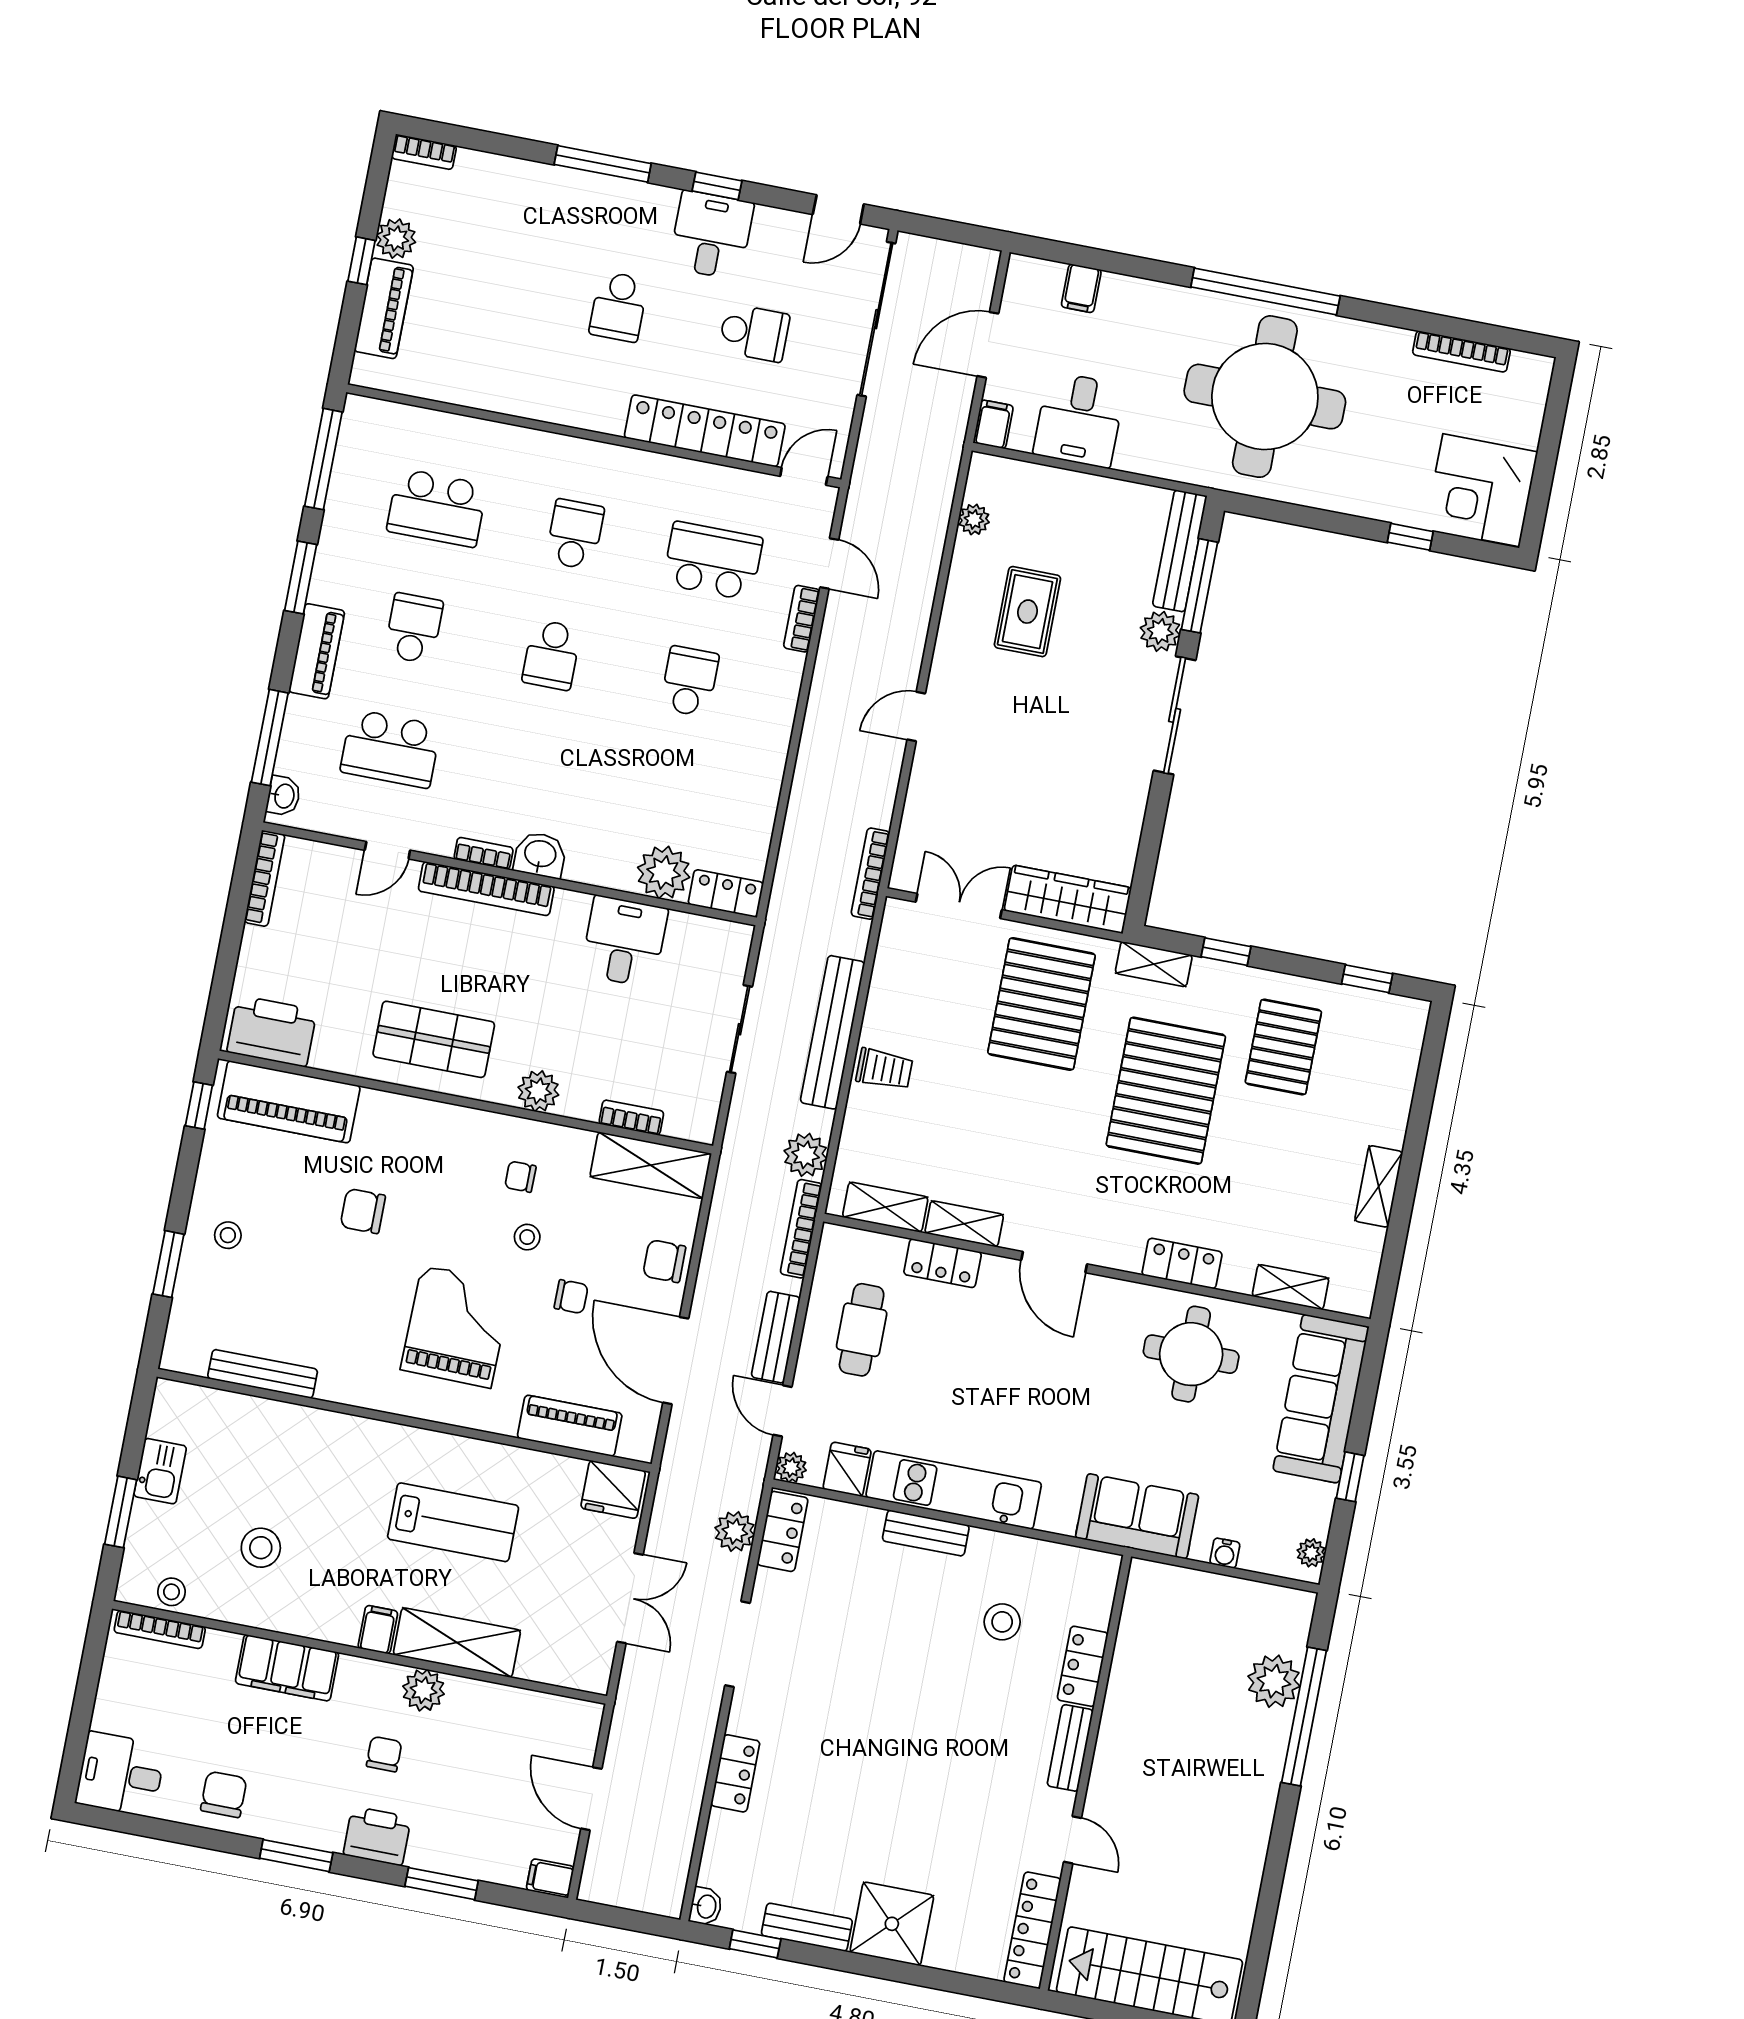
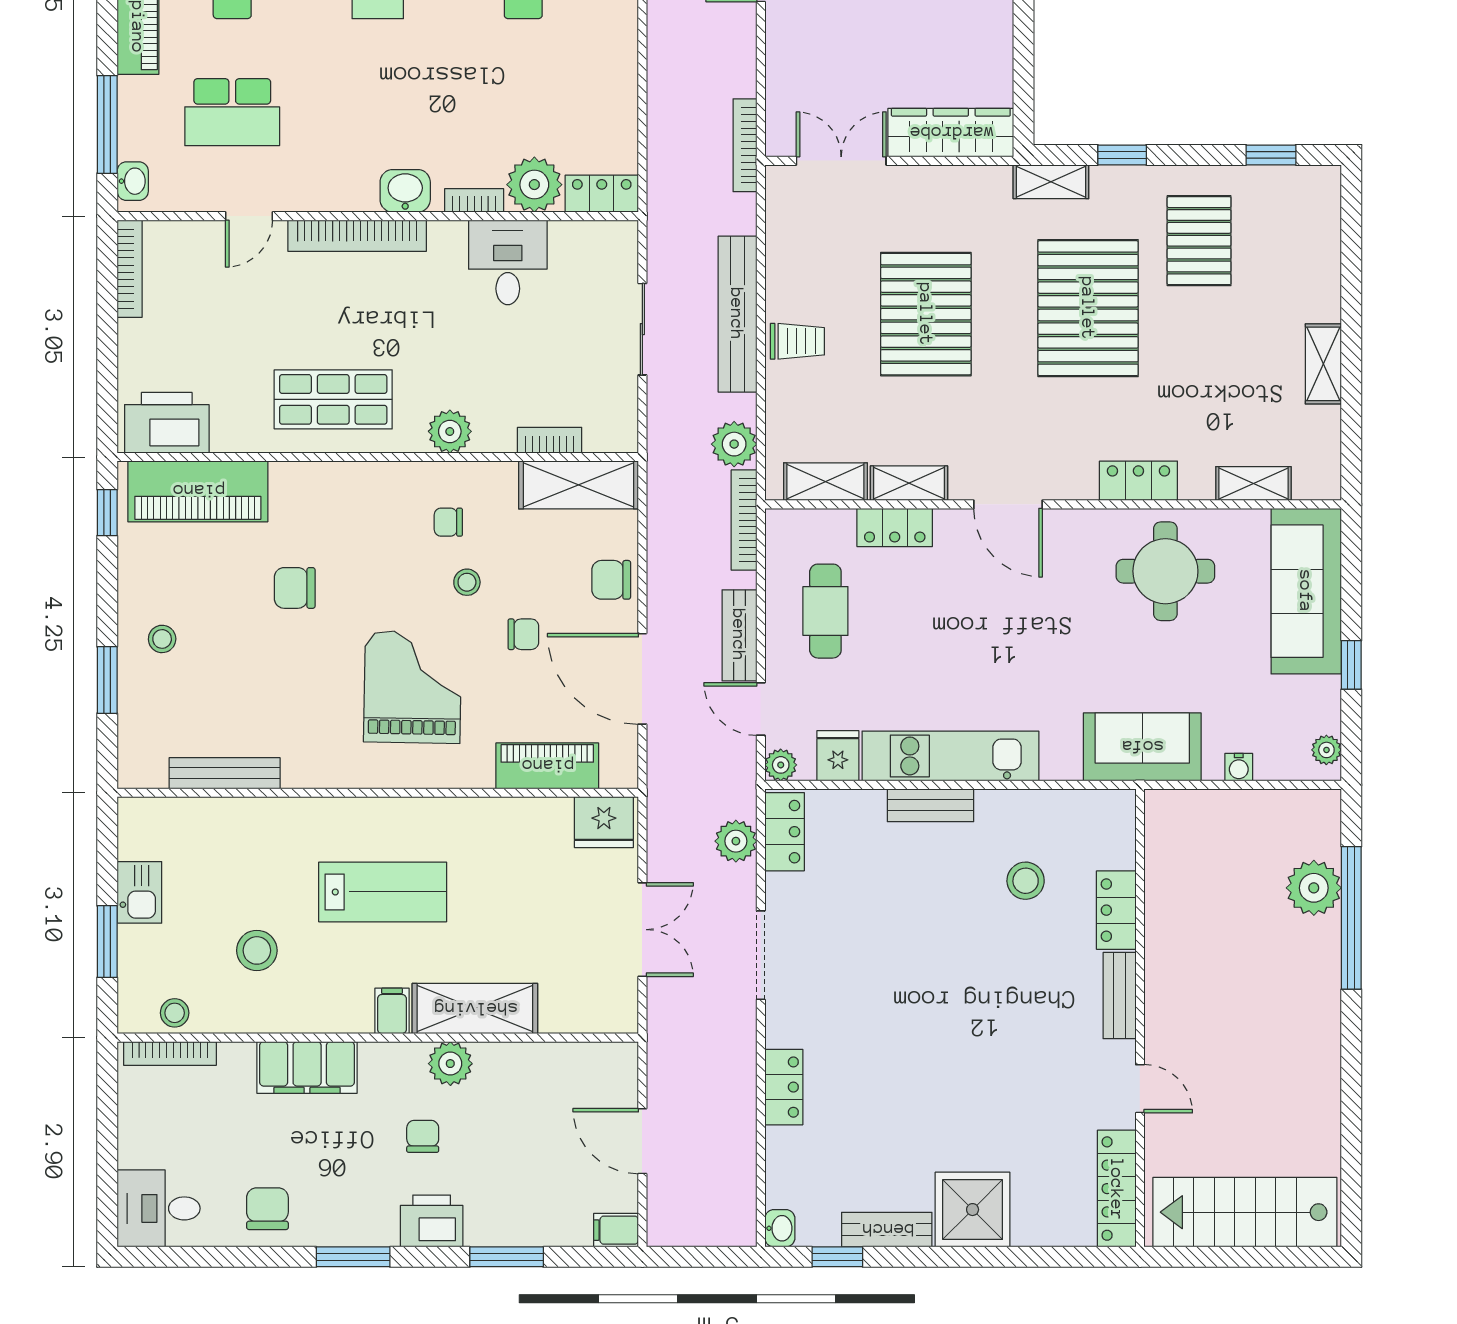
bookcase: (484, 853) -> (474, 200), moved
pallet: (1042, 1004) -> (926, 314), moved
lab bench: (453, 1522) -> (383, 892), moved

